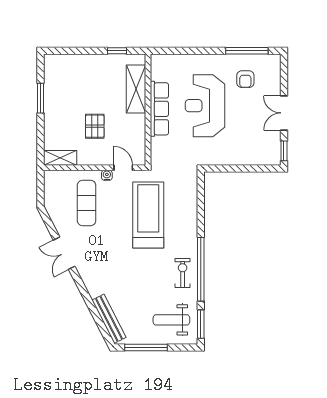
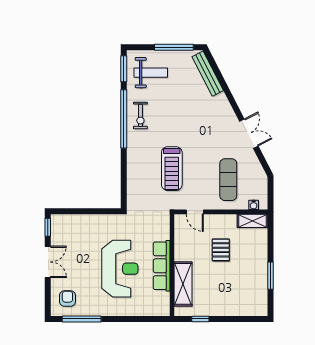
armchair: (245, 79) -> (67, 299), moved
water cooler: (107, 175) -> (254, 205), moved
treadmill: (148, 215) -> (172, 169), width x0.73, depth x0.73

